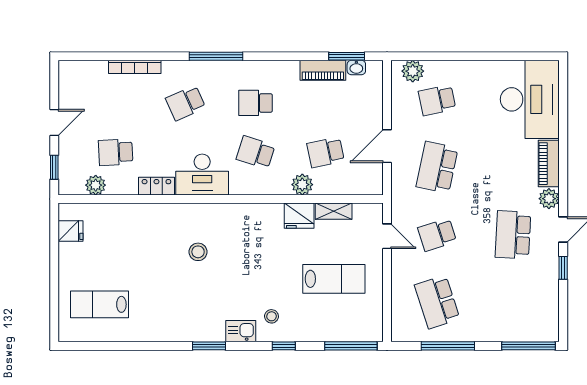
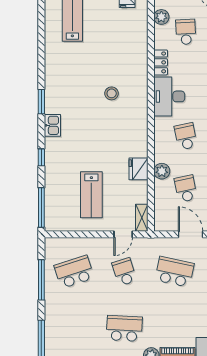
school desk: (256, 152) -> (186, 136), turned -30
shelving: (334, 211) -> (142, 218), moved
stool: (272, 316) -> (63, 148), removed

